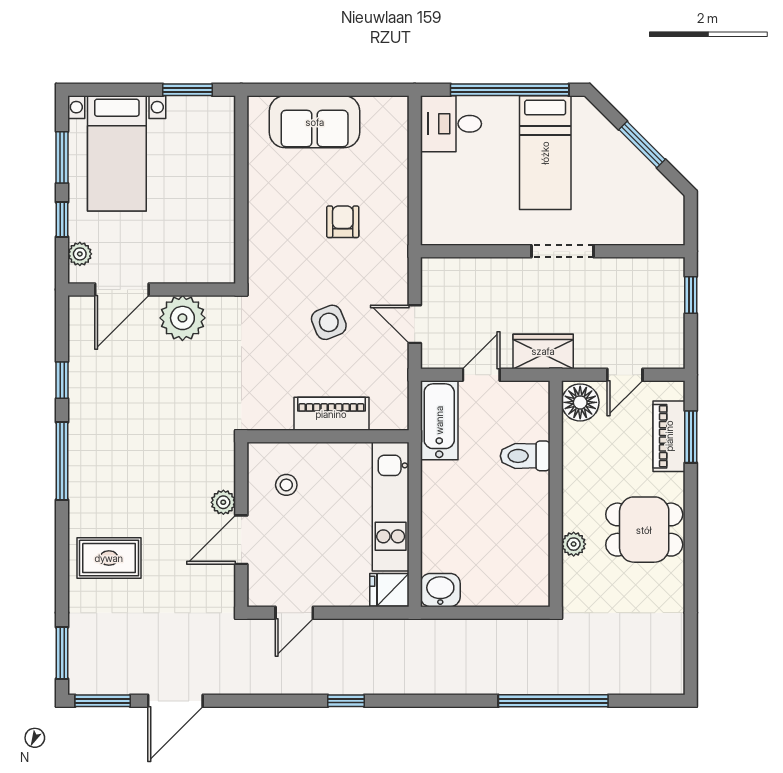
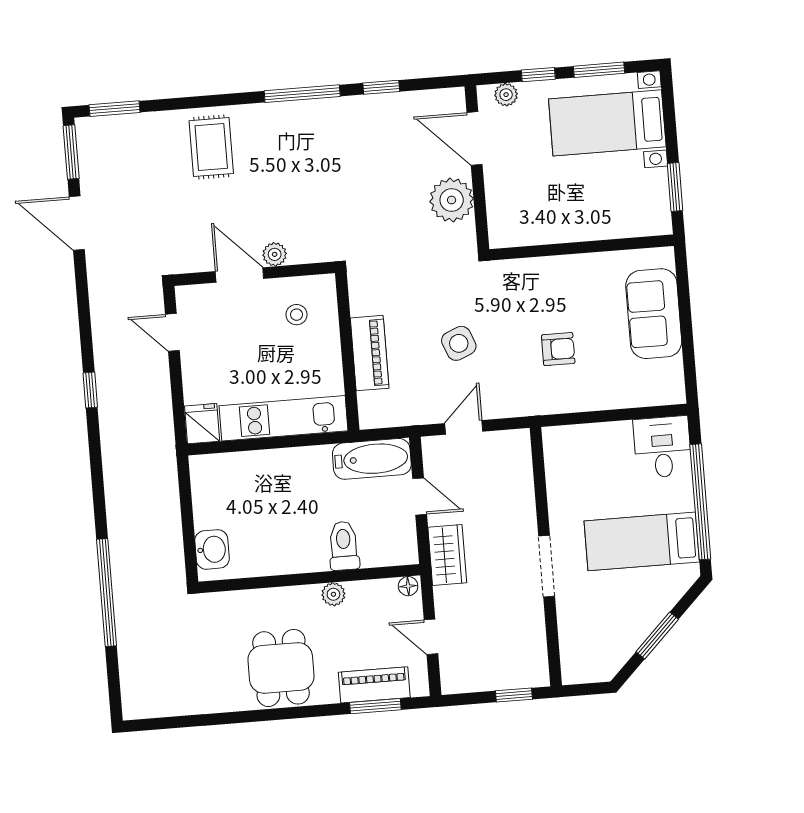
floor lamp: (580, 402) -> (408, 586), width x0.53, depth x0.53
plant: (574, 544) -> (333, 594), moved
washbasin: (440, 590) -> (212, 549), moved

